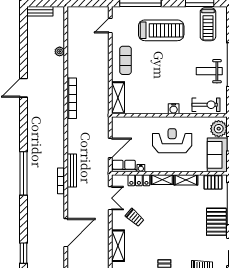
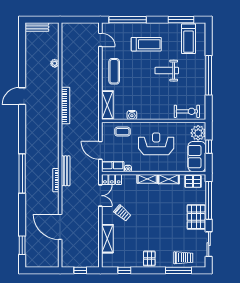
door: (110, 25) -> (100, 40), swing flipped
treadmill: (161, 30) -> (146, 44), width x0.73, depth x0.73
weight bench: (209, 71) -> (167, 71), moved
water cooler: (174, 109) -> (132, 115), moved
coffee table: (135, 127) -> (122, 132), added
door: (110, 148) -> (100, 150), swing flipped
locker: (139, 180) -> (112, 180), moved
door: (66, 233) -> (60, 227), swing flipped

